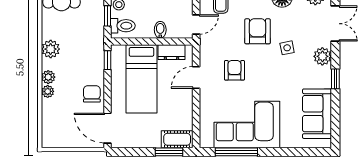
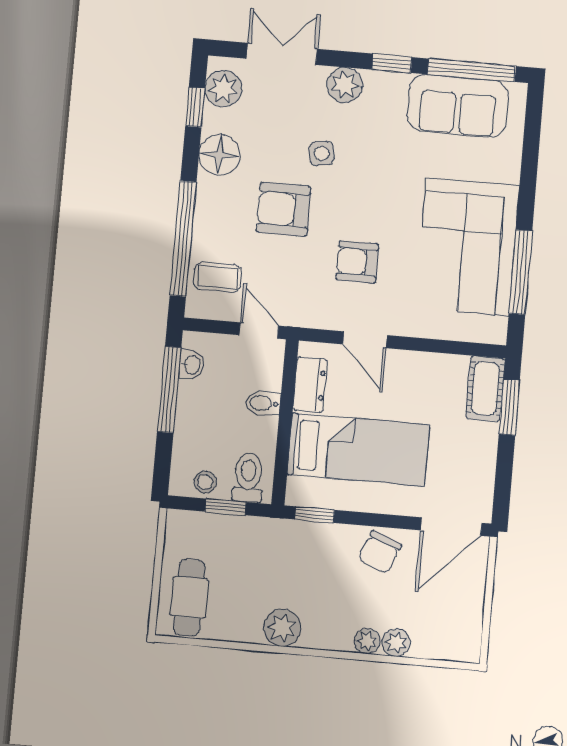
plant: (48, 77) -> (396, 643), moved
chair: (92, 94) -> (380, 552), turned -68
window: (335, 119) -> (472, 70), added

